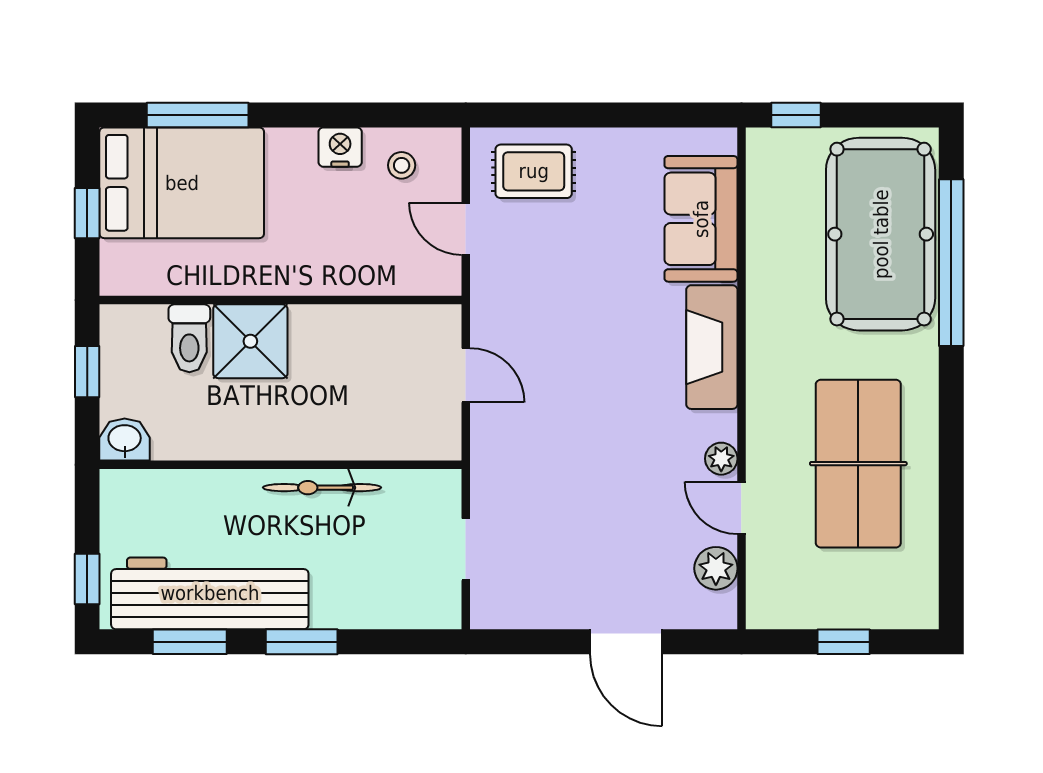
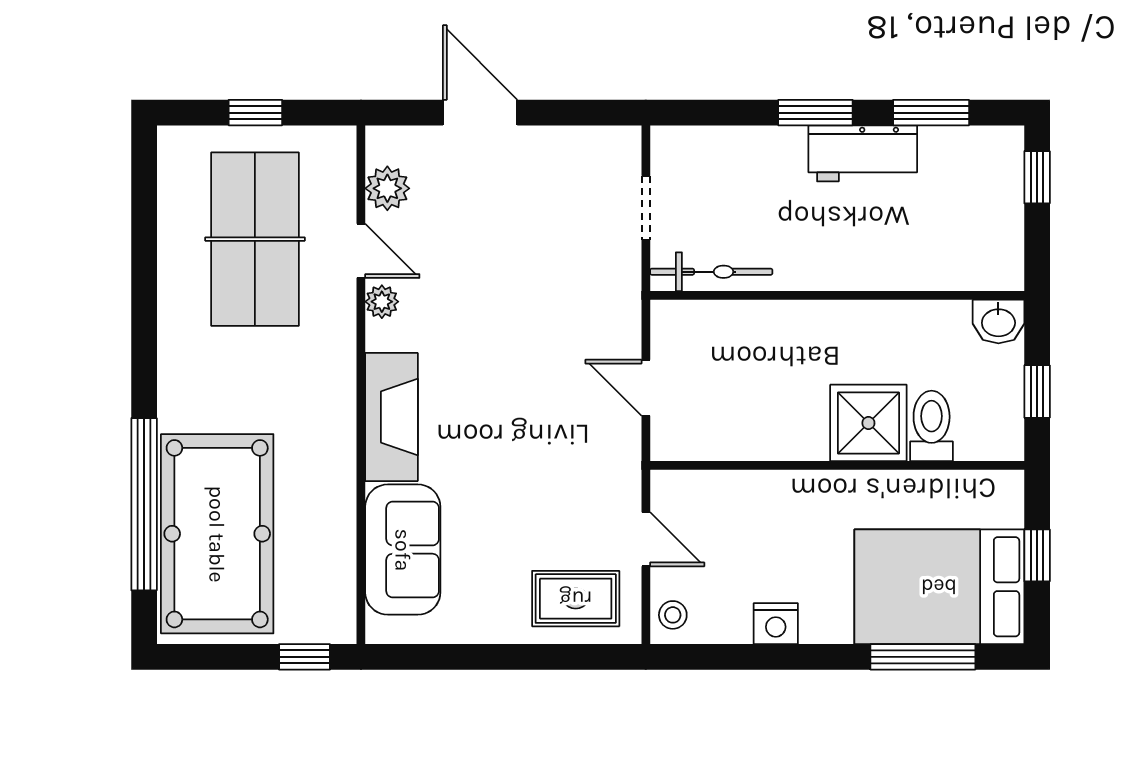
stool: (402, 165) -> (673, 615), moved
table tennis table: (858, 464) -> (255, 239), moved
bicycle: (322, 488) -> (711, 272), moved
workbench: (210, 593) -> (863, 153), width x0.53, depth x0.76

